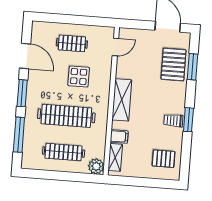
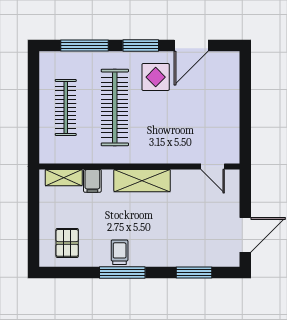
clothes rail: (72, 43) -> (213, 107), removed
pallet: (173, 65) -> (195, 247), removed
display table: (79, 77) -> (156, 77), moved
window: (188, 120) -> (122, 272), width x1.44
plant: (96, 166) -> (50, 153), removed

